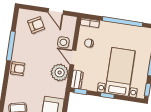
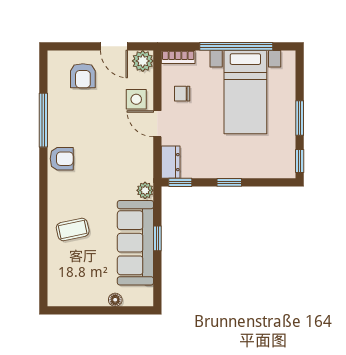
plant: (70, 22) -> (143, 61), added
armchair: (36, 25) -> (83, 76), turned 119
bed with nightstands: (120, 72) -> (245, 92), moved, turned 180
plant: (60, 73) -> (145, 190), moved, width x0.53, depth x0.53

